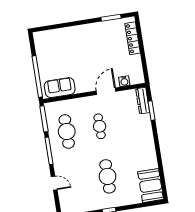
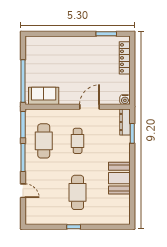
water cooler: (124, 81) -> (125, 100), moved
booth: (151, 186) -> (119, 178), moved

